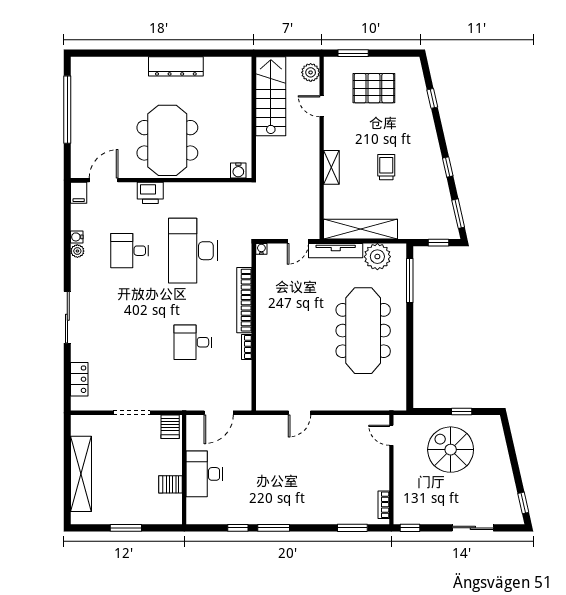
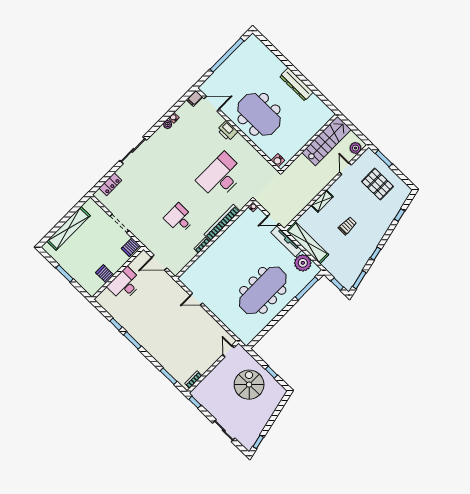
meeting table: (167, 140) -> (259, 114), turned 90
desk: (130, 251) -> (192, 148), removed

